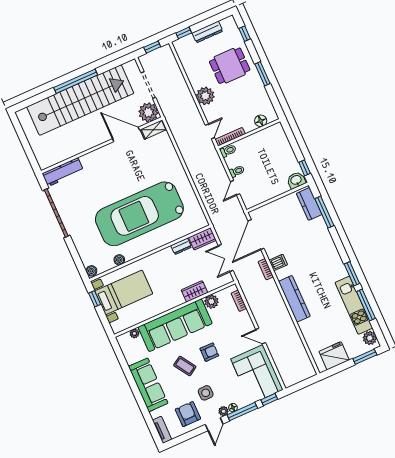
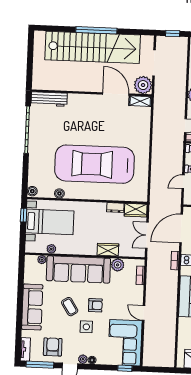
plant: (138, 318) -> (51, 249), added
side table: (206, 393) -> (86, 327), moved
window: (242, 412) -> (40, 365), moved

